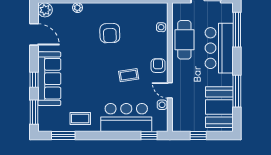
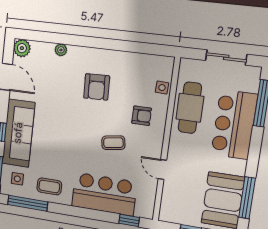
armchair: (158, 66) -> (142, 116), moved, turned 90
window: (237, 91) -> (247, 198), moved
side table: (162, 105) -> (17, 179), moved
window: (63, 135) -> (28, 203), width x1.44

